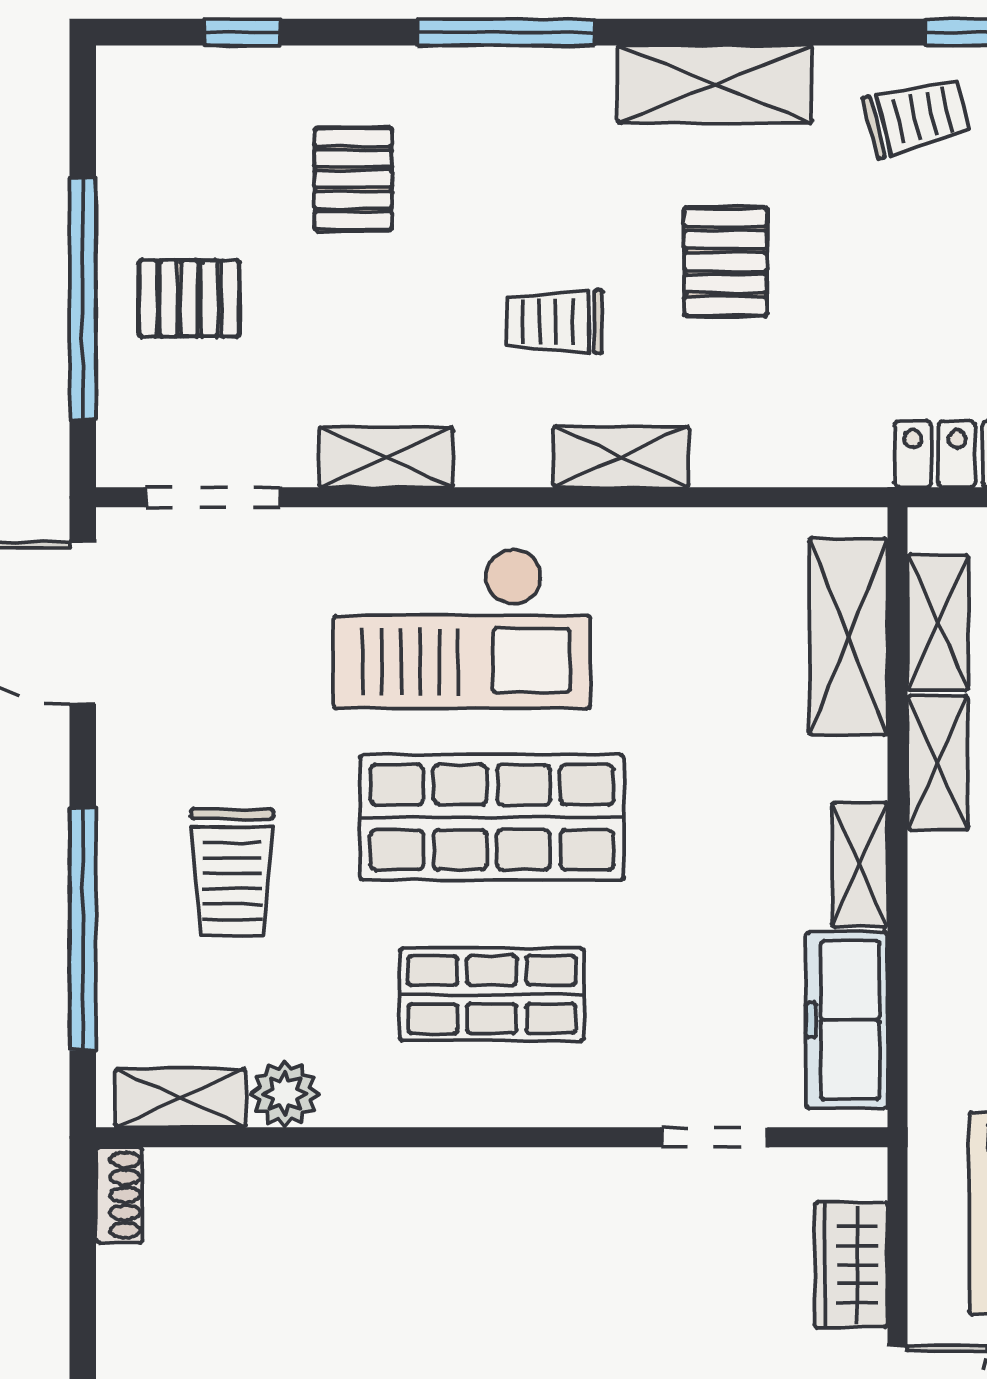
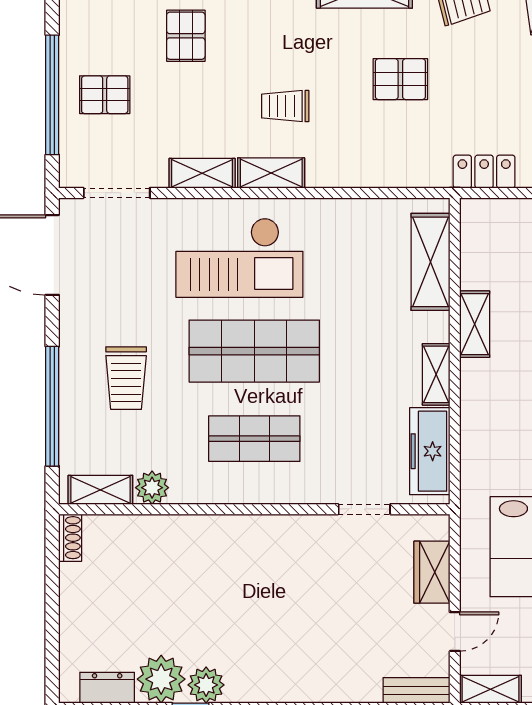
pallet: (726, 262) -> (400, 79), moved, turned 90
shelving: (621, 457) -> (271, 173), moved
shelving: (938, 623) -> (475, 255), removed

